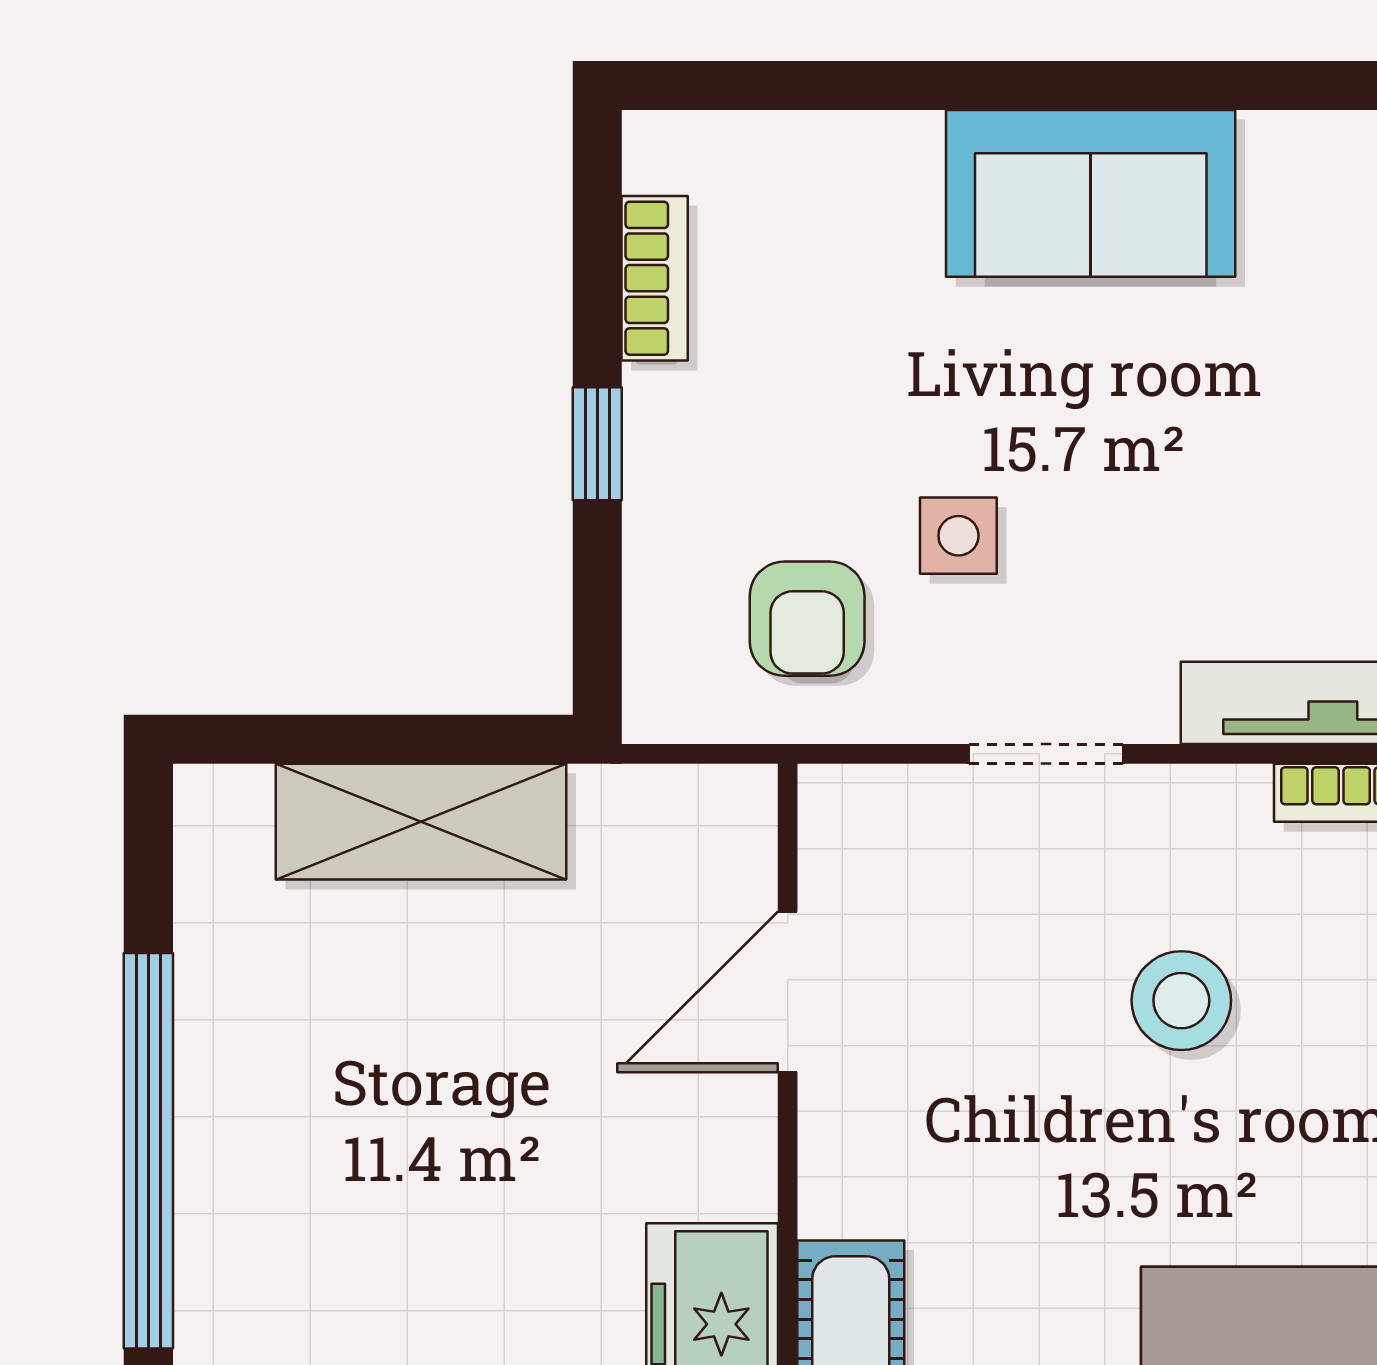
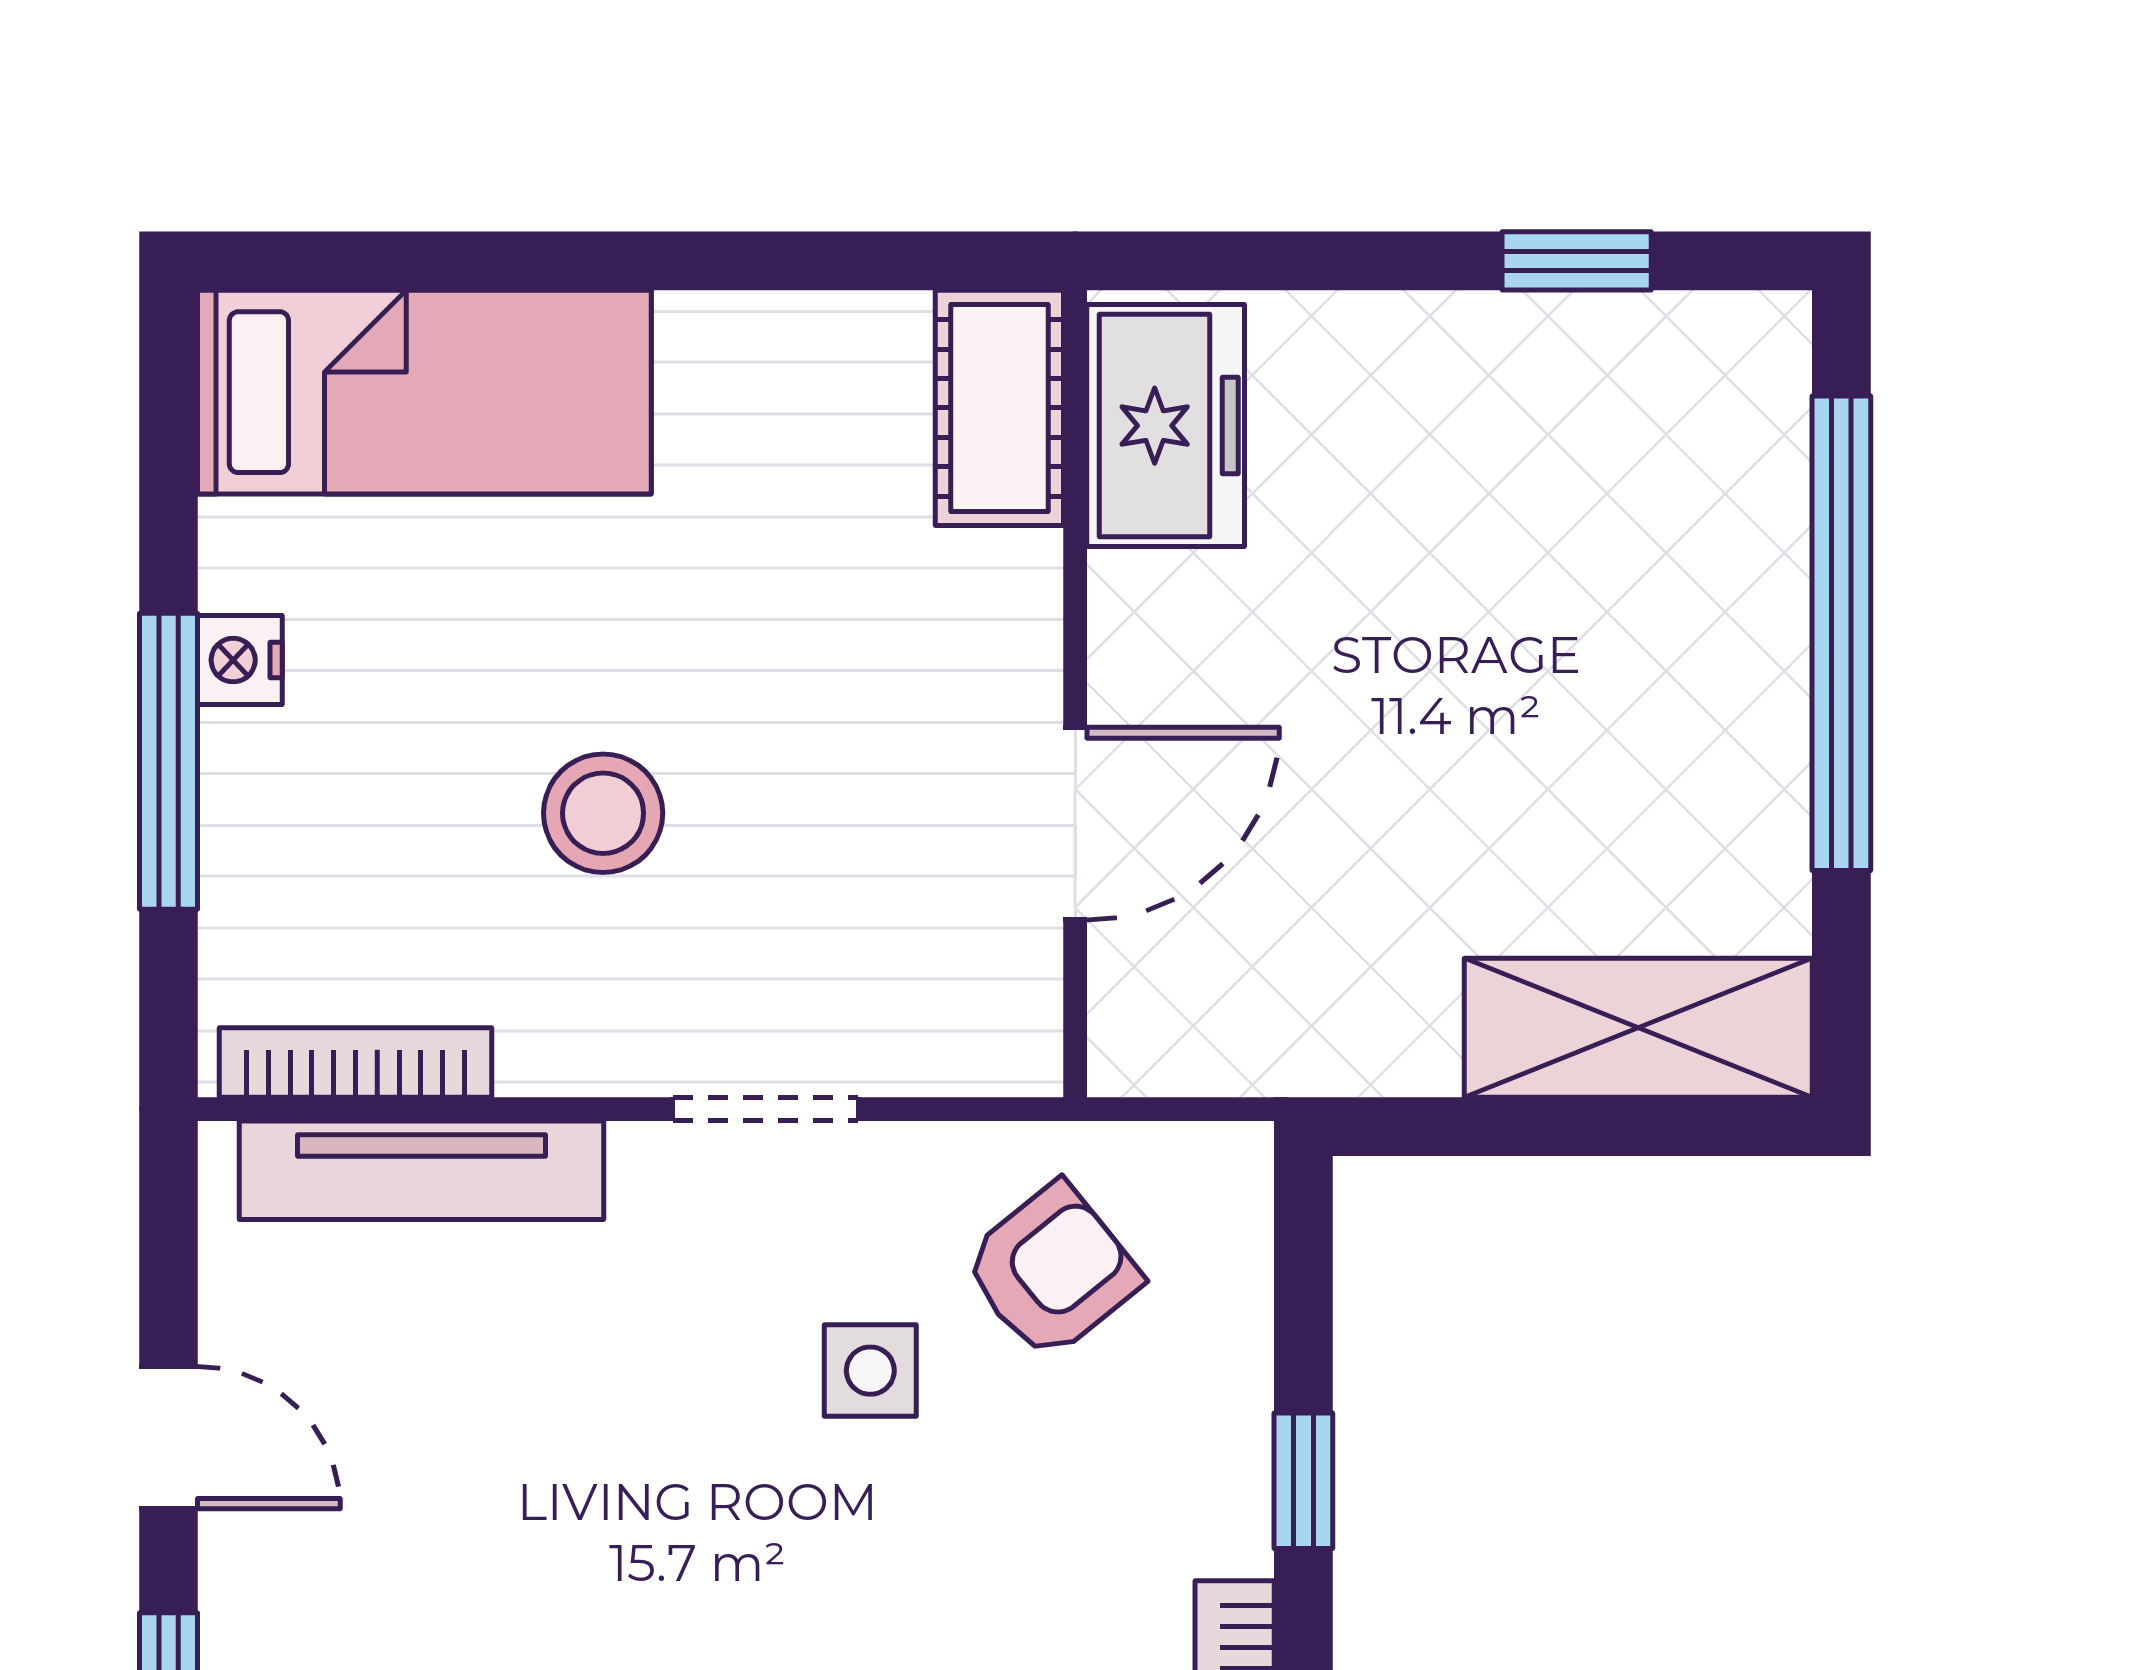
armchair: (807, 619) -> (1052, 1271), turned 51
shelving: (421, 822) -> (1638, 1028), moved

